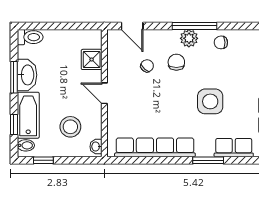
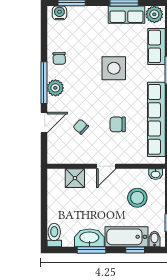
door: (132, 26) -> (44, 123), moved
chair: (176, 62) -> (118, 124), moved

